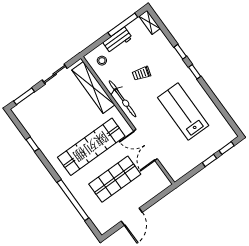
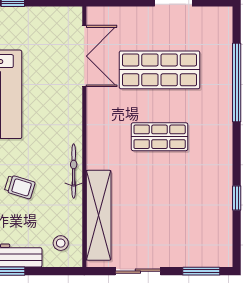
bicycle: (123, 99) -> (74, 171), width x0.73, depth x0.71
double door: (145, 145) -> (84, 56), moved
shop shelf: (91, 147) -> (160, 137), width x0.50, depth x0.74

